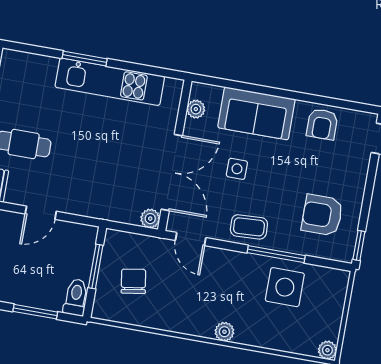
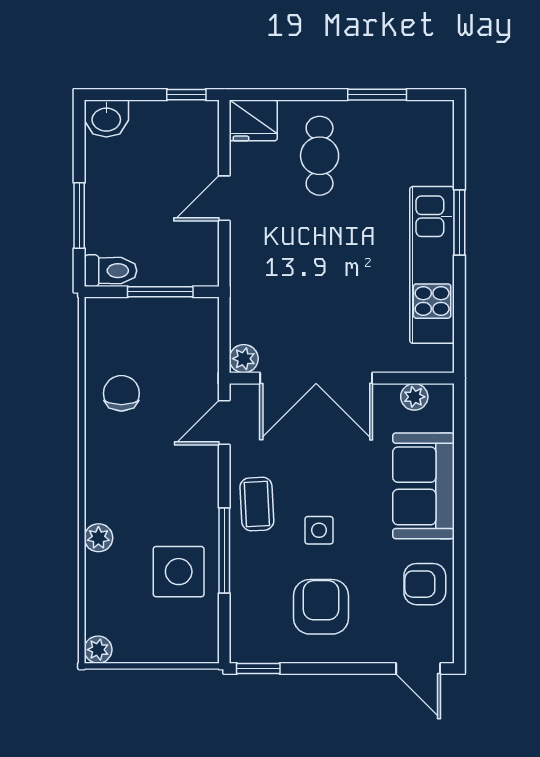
side table: (237, 169) -> (319, 530), moved
door: (41, 213) -> (224, 198), hinge flipped
armchair: (322, 215) -> (321, 607), moved
chair: (133, 281) -> (121, 393), moved, turned -81
plant: (224, 332) -> (98, 538), moved

